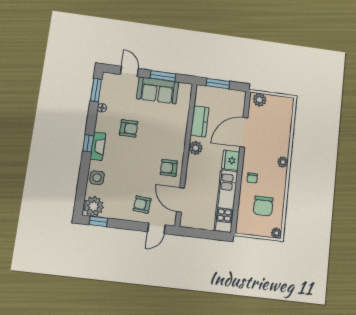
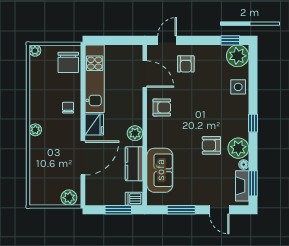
sofa: (158, 90) -> (160, 170), moved, turned 90
dishwasher: (203, 91) -> (134, 199), added
plant: (105, 123) -> (238, 148), added
fireplace: (98, 146) -> (242, 186), moved
armchair: (142, 205) -> (186, 64), turned 85
chair: (263, 206) -> (68, 62), moved, turned 180

